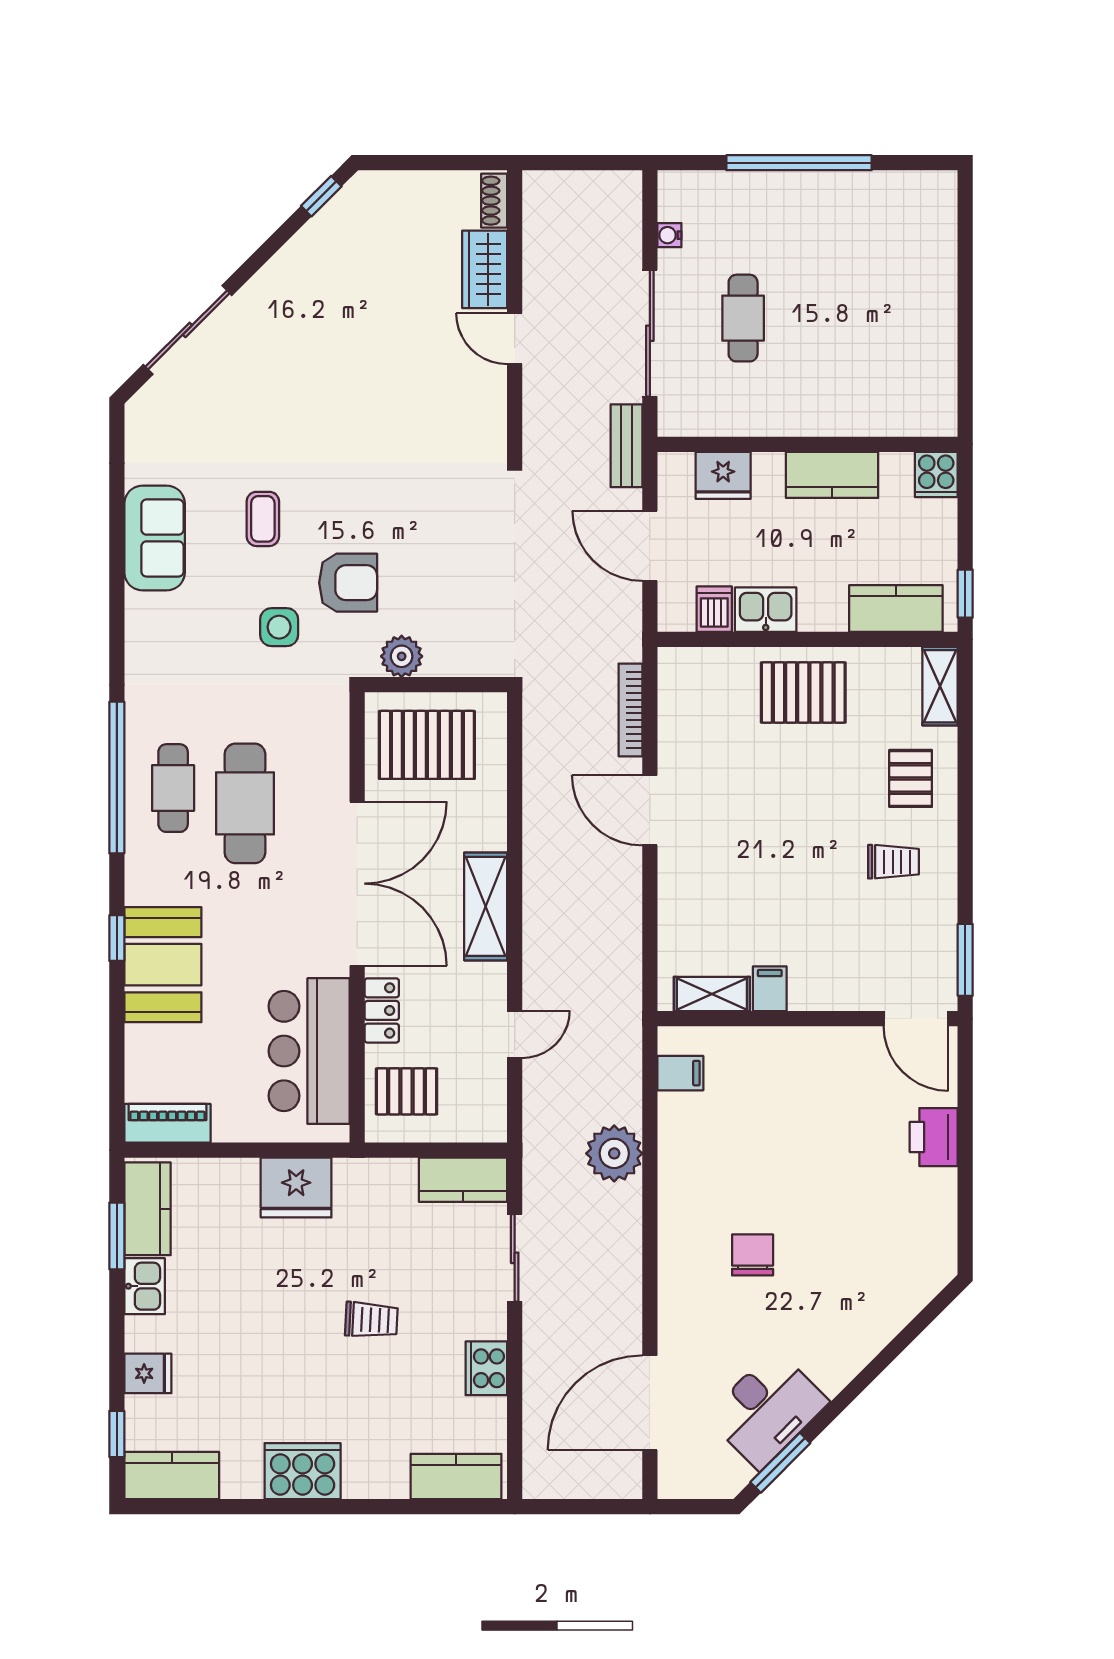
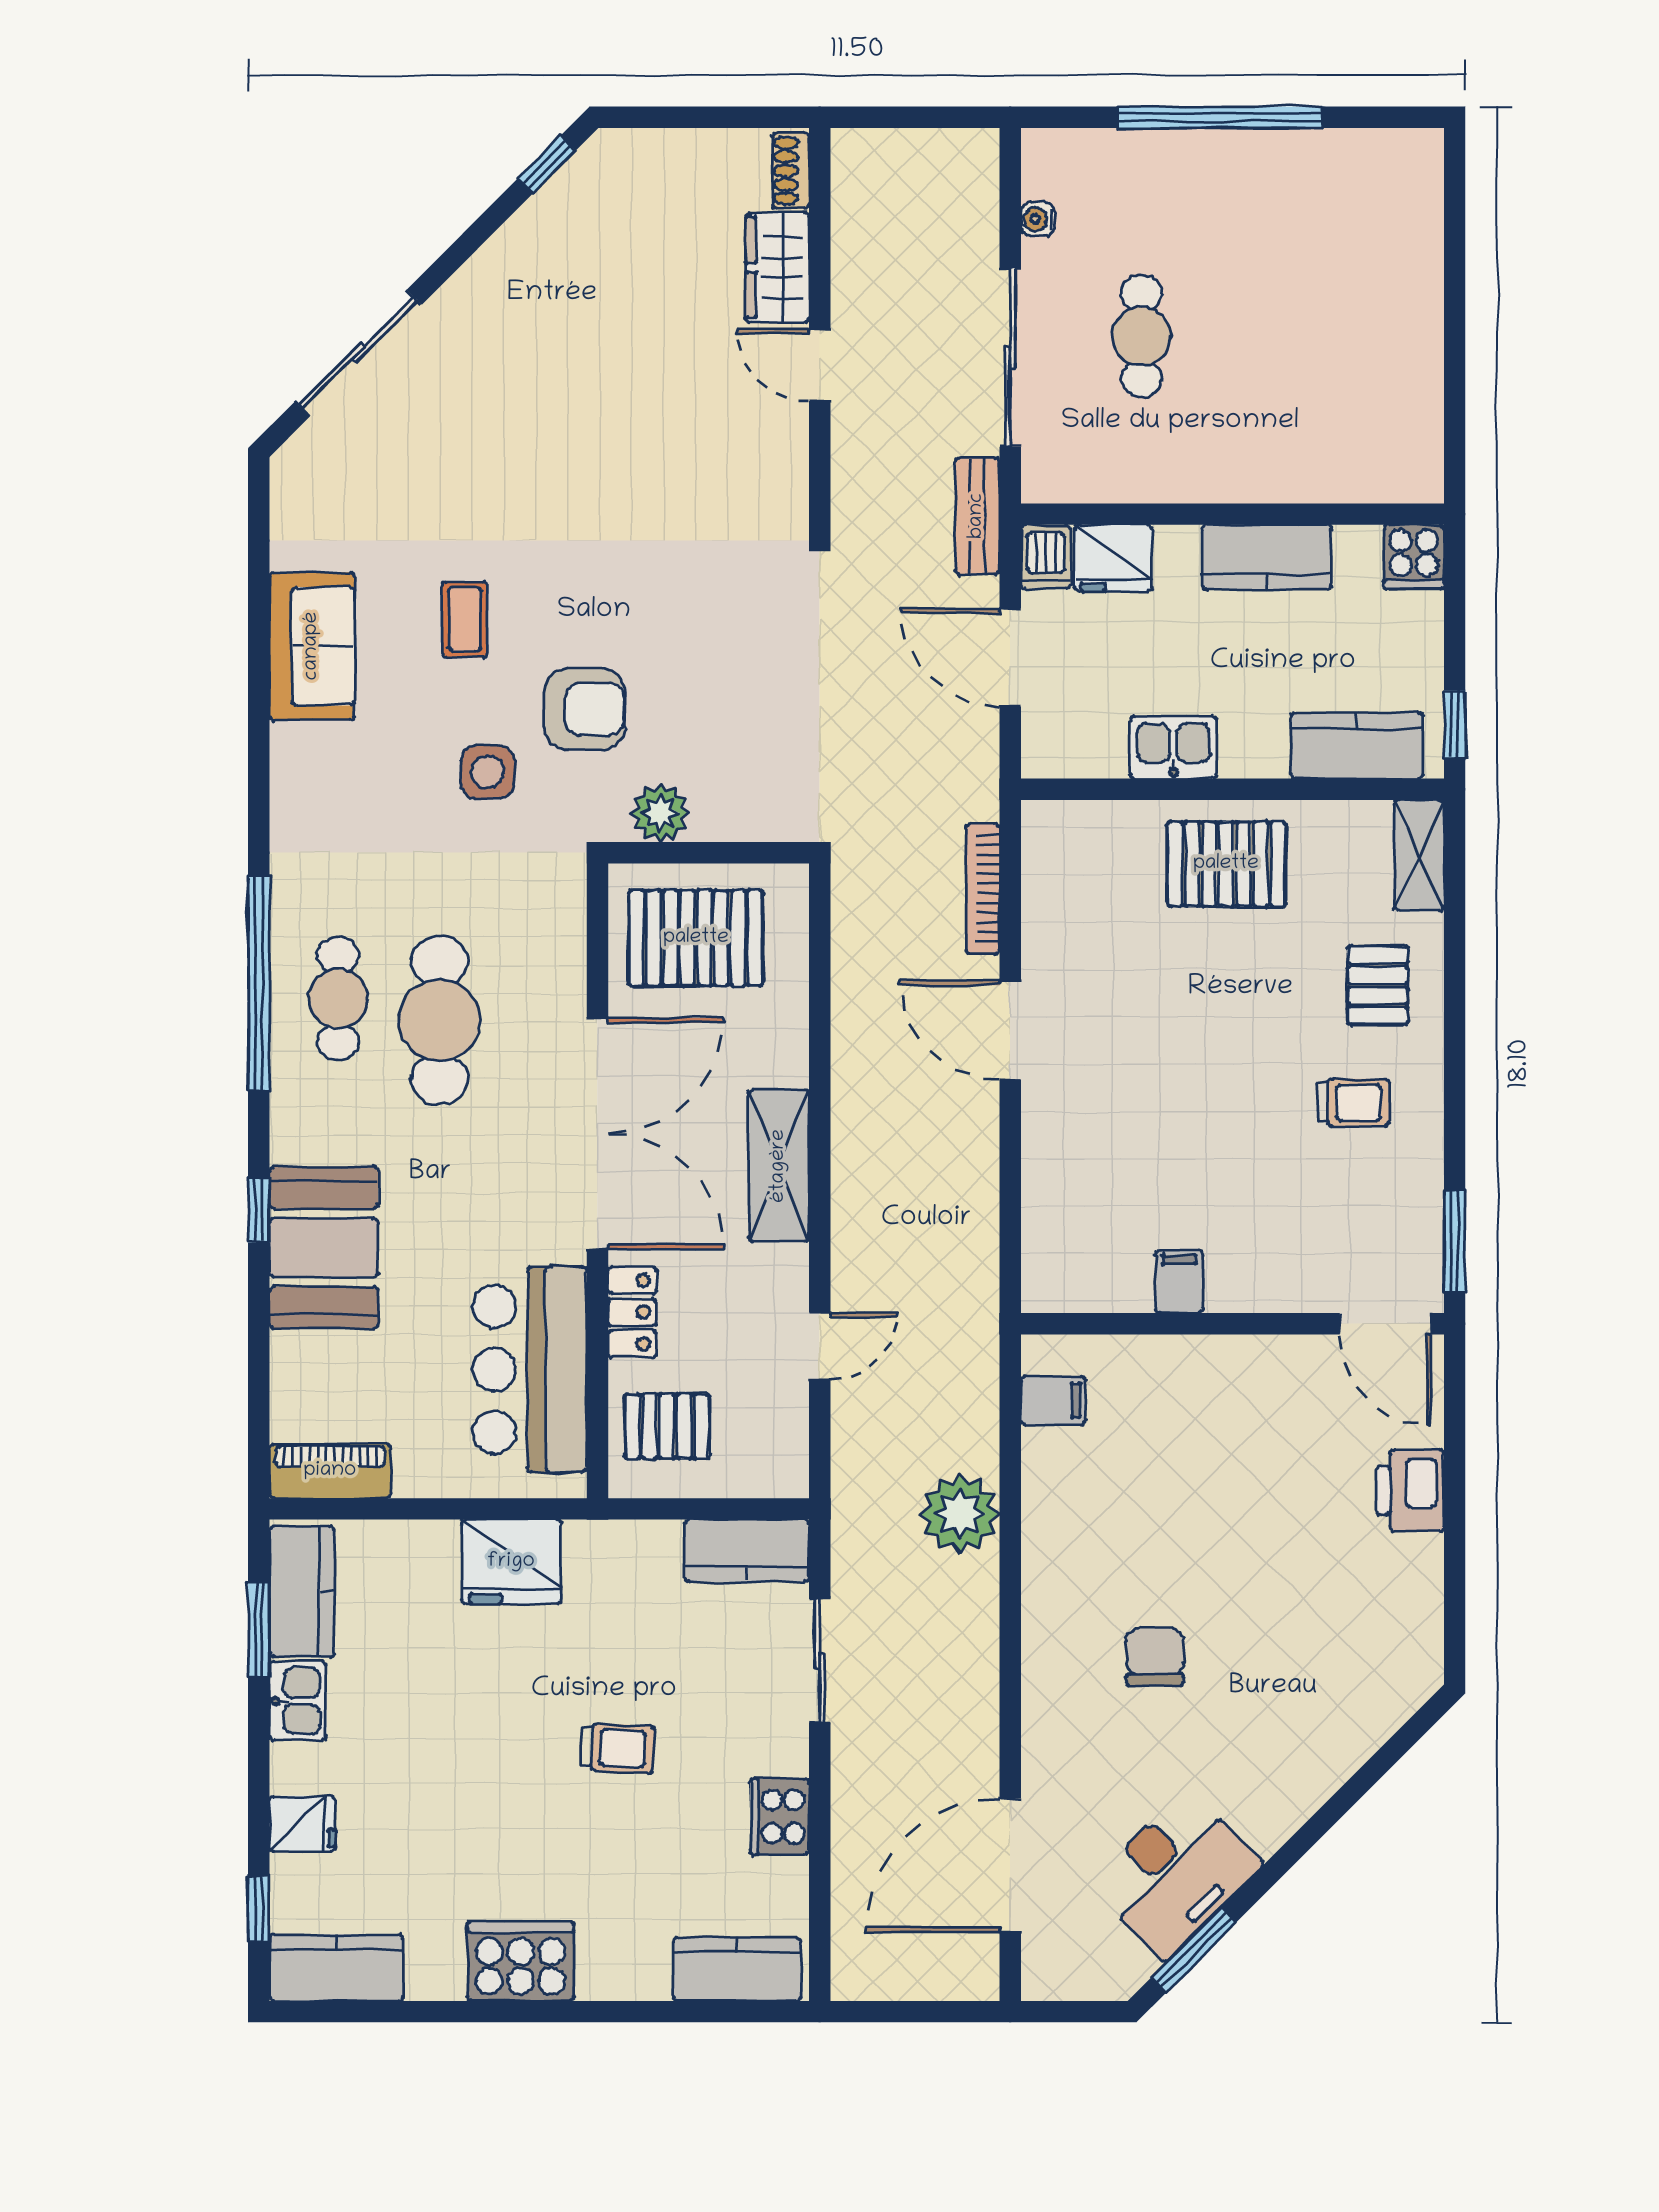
dishwasher: (714, 609) -> (1046, 557), moved, turned 180
shelving: (712, 994) -> (1098, 1289), removed

